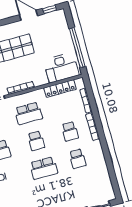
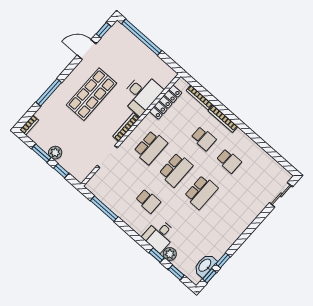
window: (77, 48) -> (142, 37), moved
desk: (61, 68) -> (141, 94), moved
school desk: (36, 141) -> (176, 170), width x1.85

